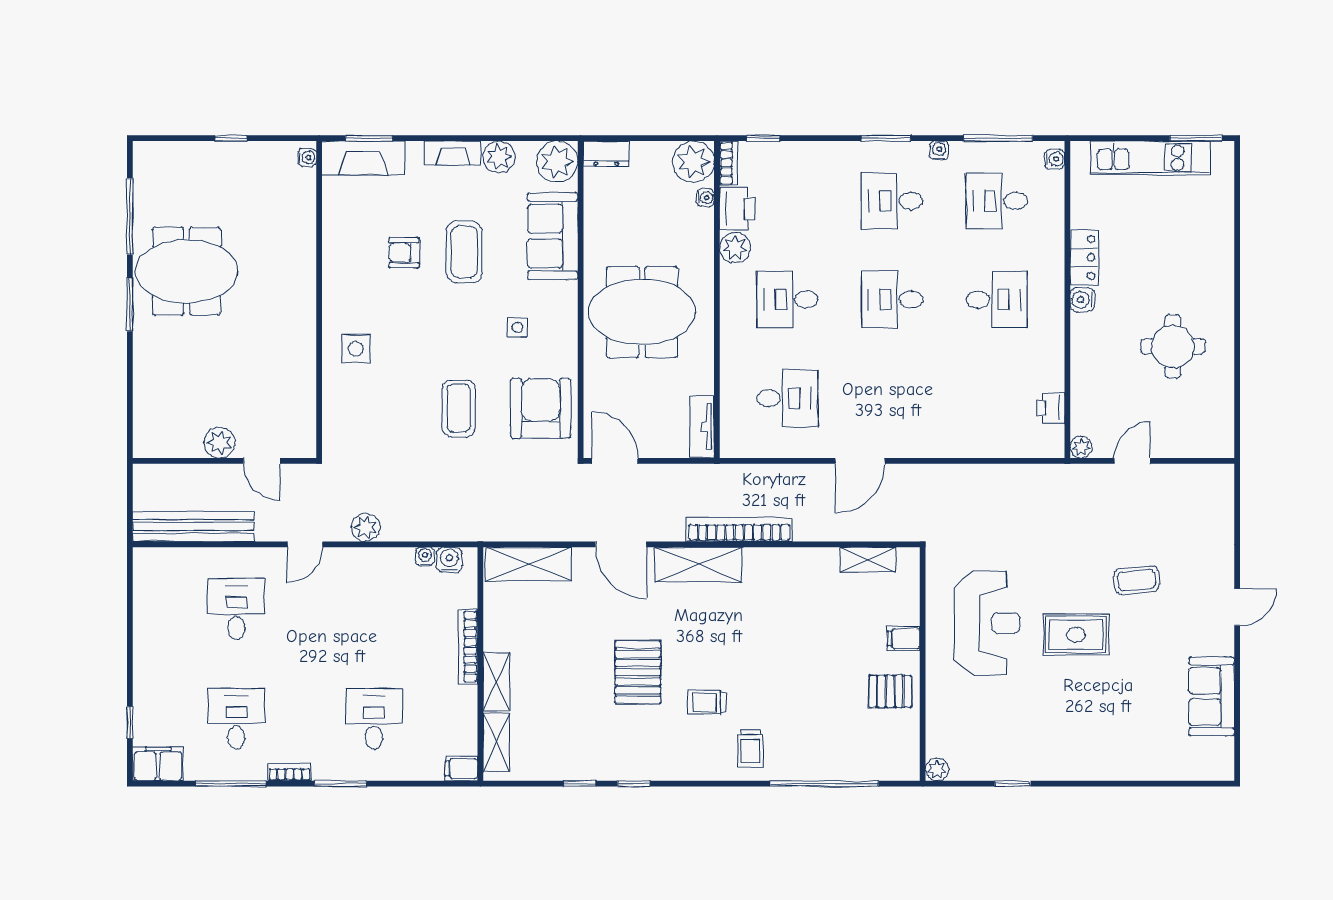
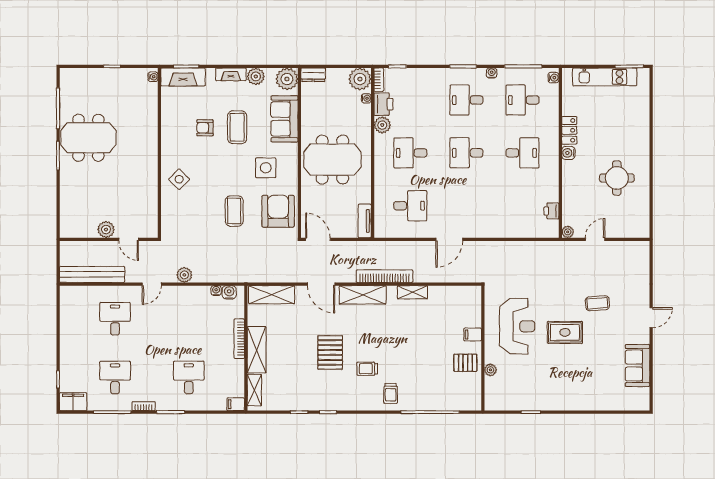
side table: (518, 327) -> (266, 168), width x1.87, depth x1.87
side table: (356, 349) -> (179, 179), turned 45
shelving: (868, 560) -> (412, 292), moved
shelving: (496, 682) -> (257, 350), width x1.50, depth x1.33
plant: (937, 769) -> (490, 370), moved

